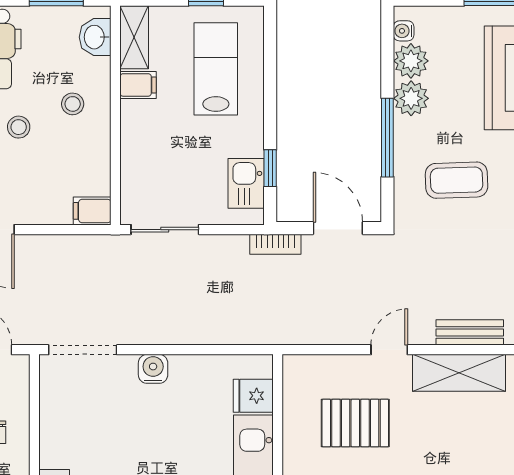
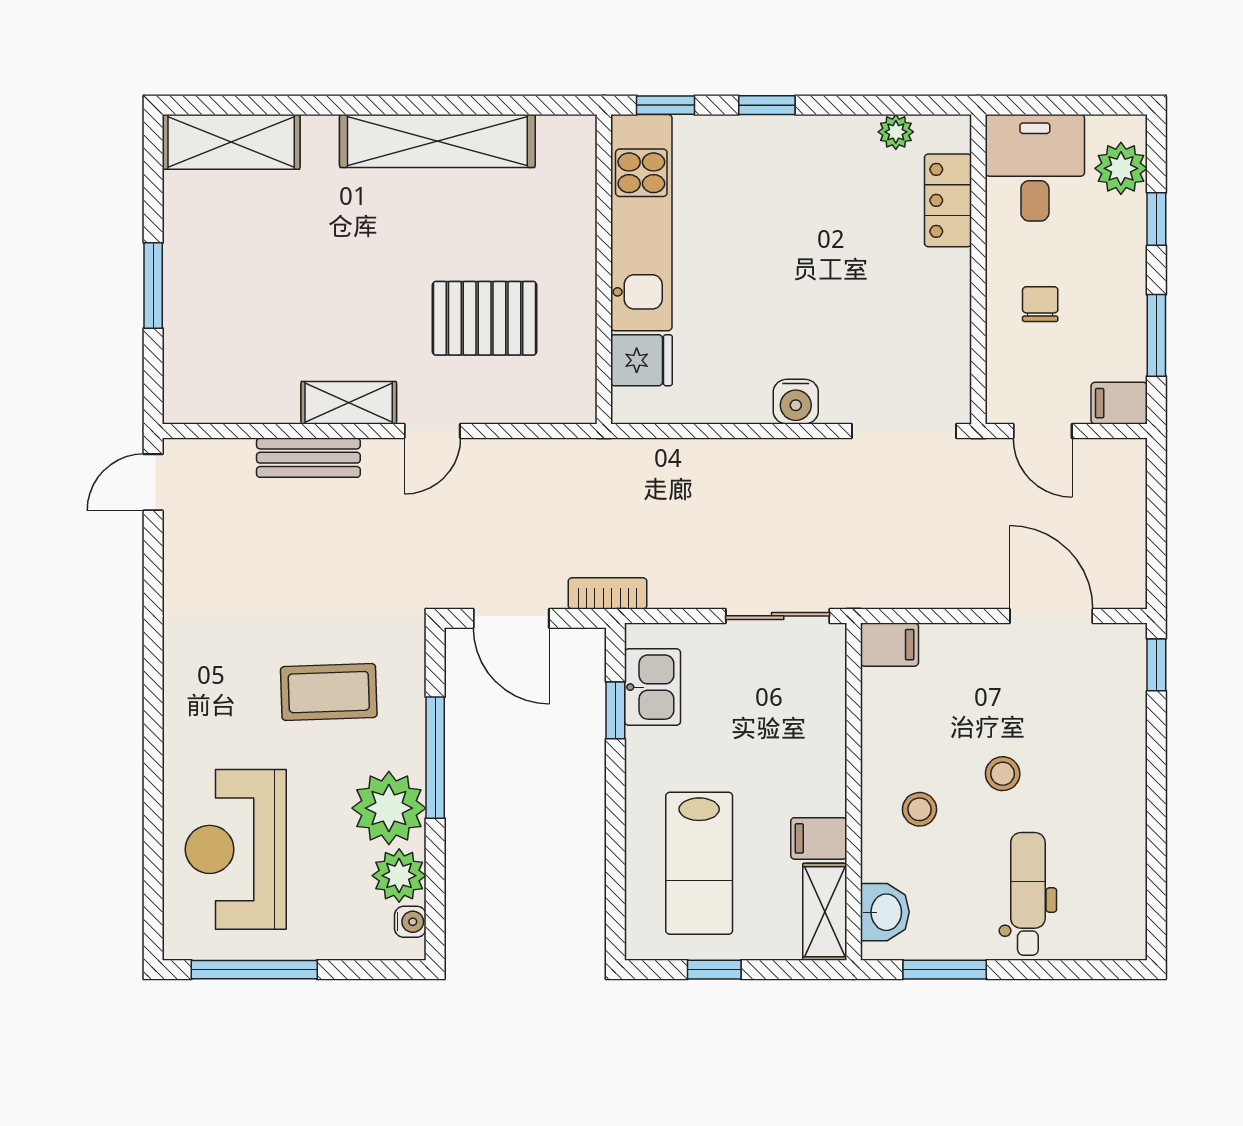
plant: (411, 98) -> (389, 808), width x1.36, depth x1.36
shelving: (459, 373) -> (349, 403), width x0.67, depth x0.75

